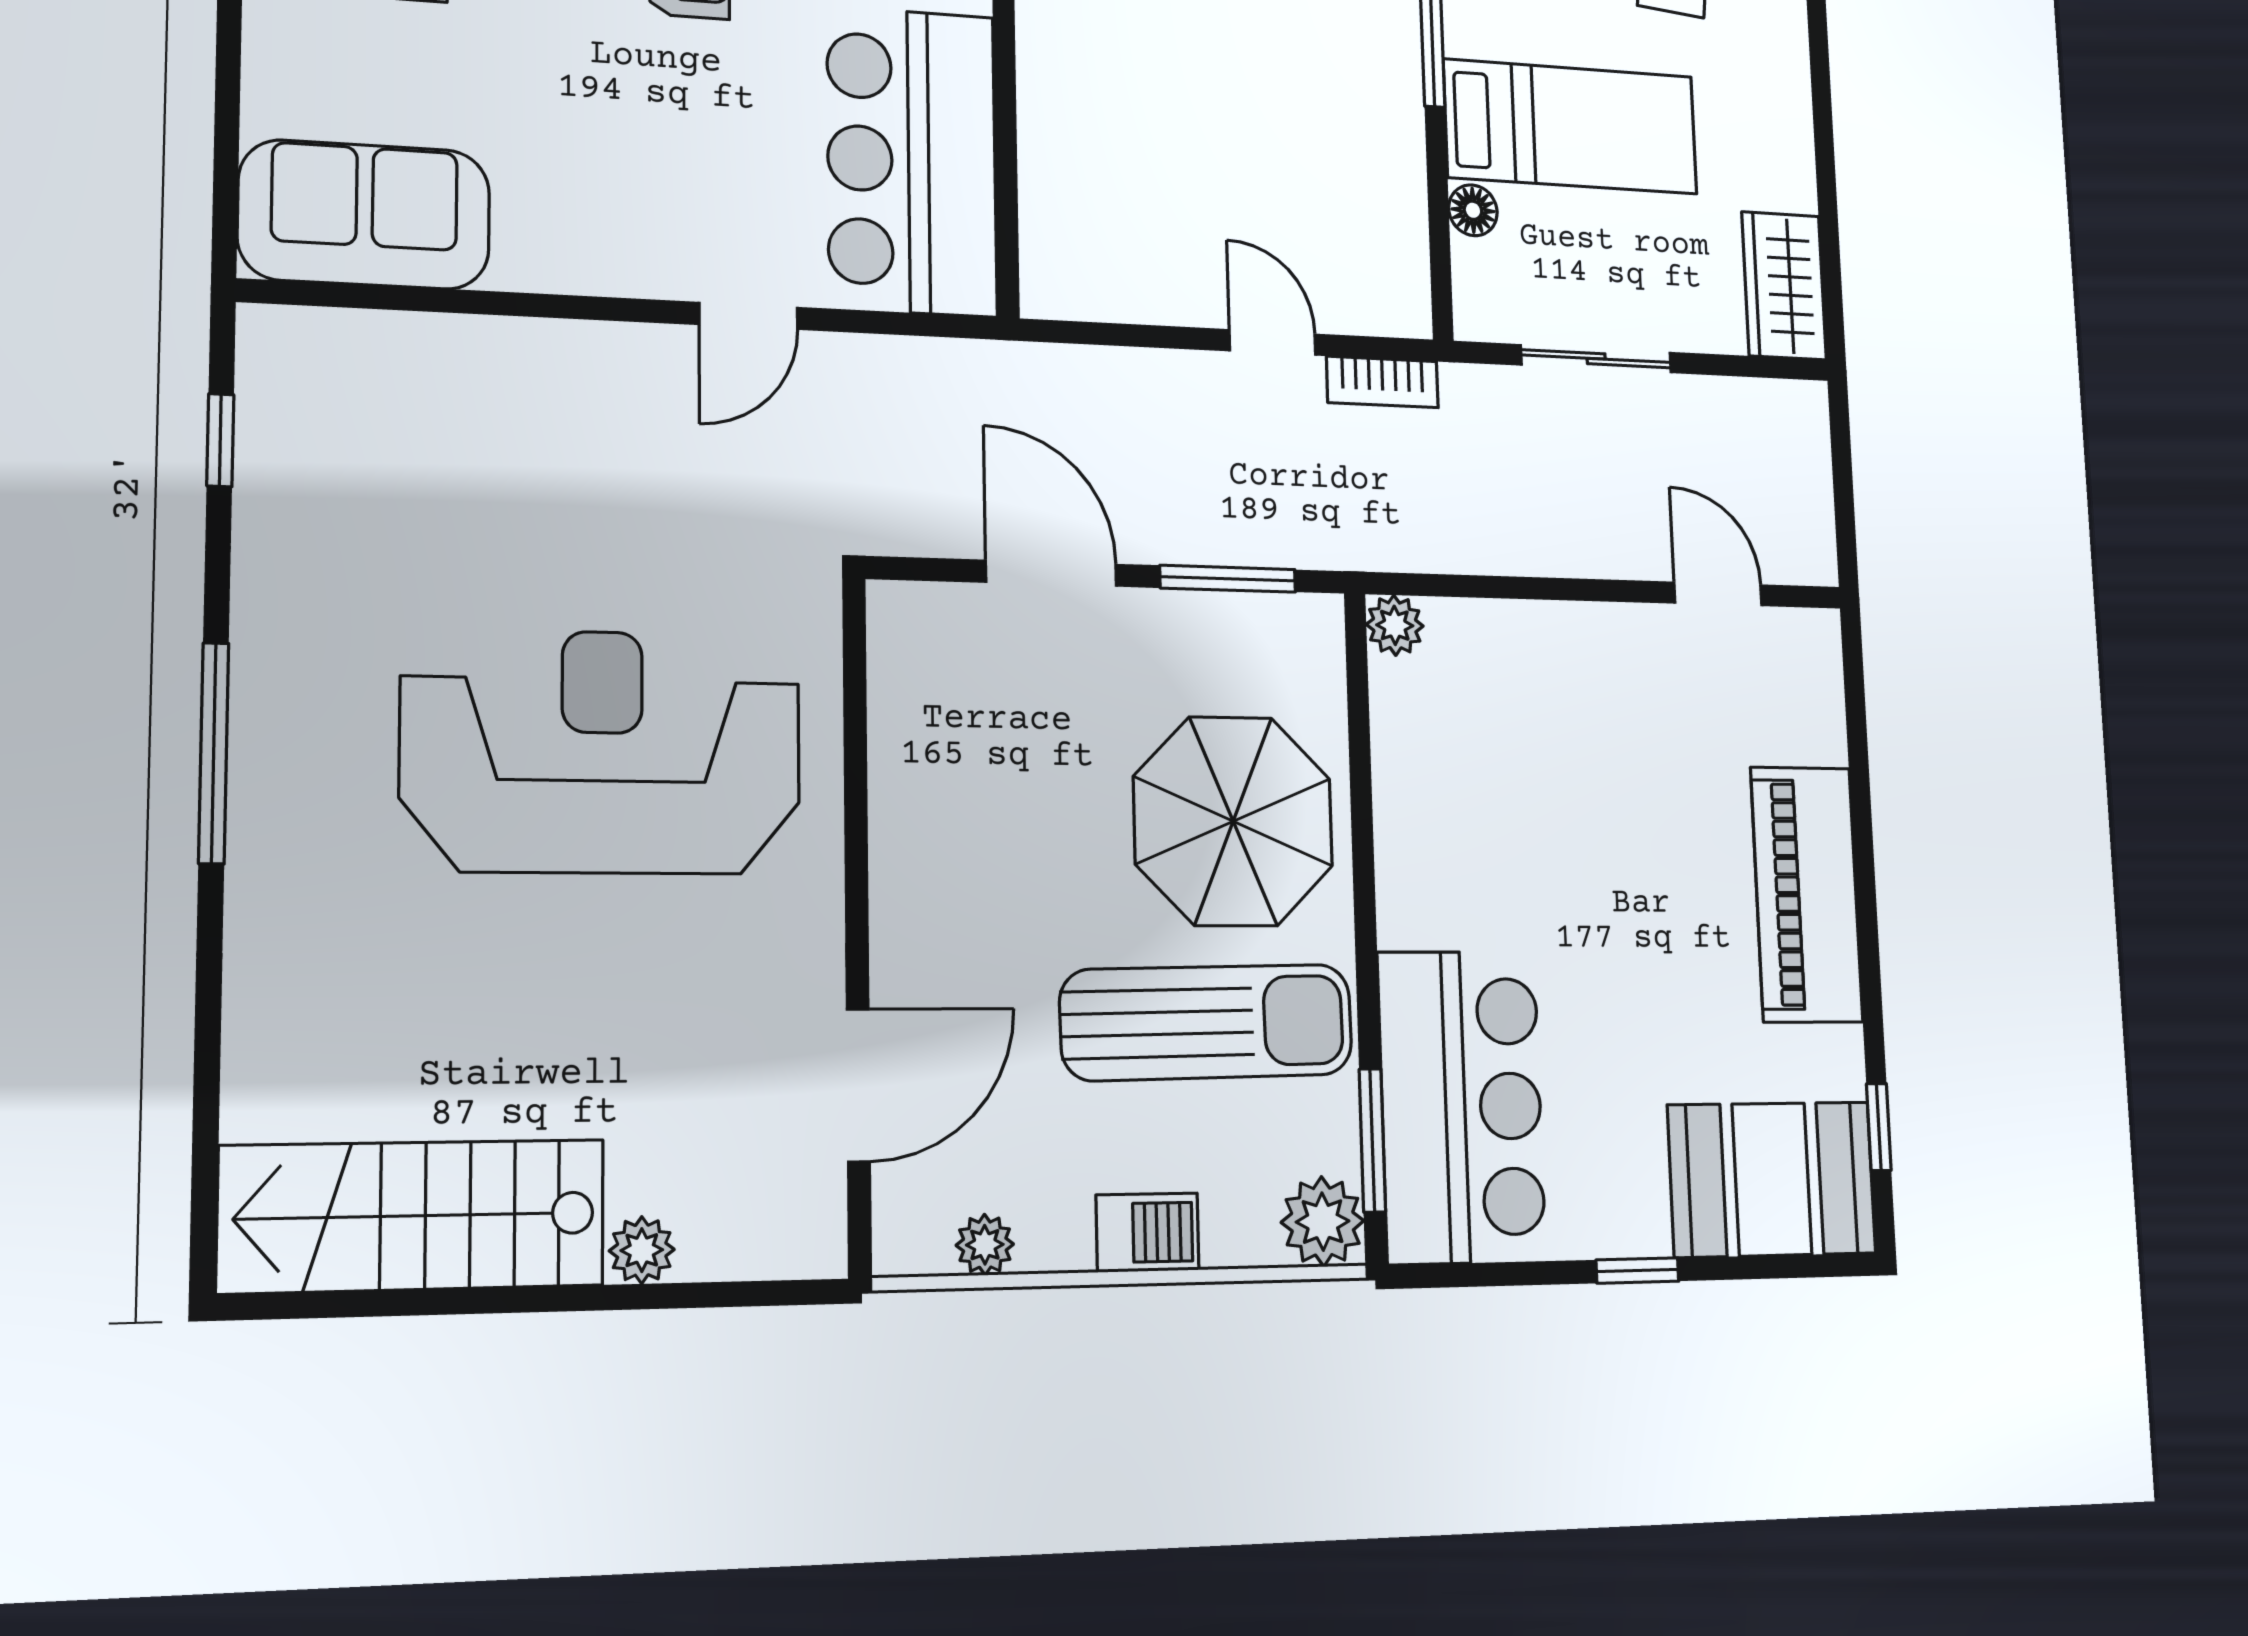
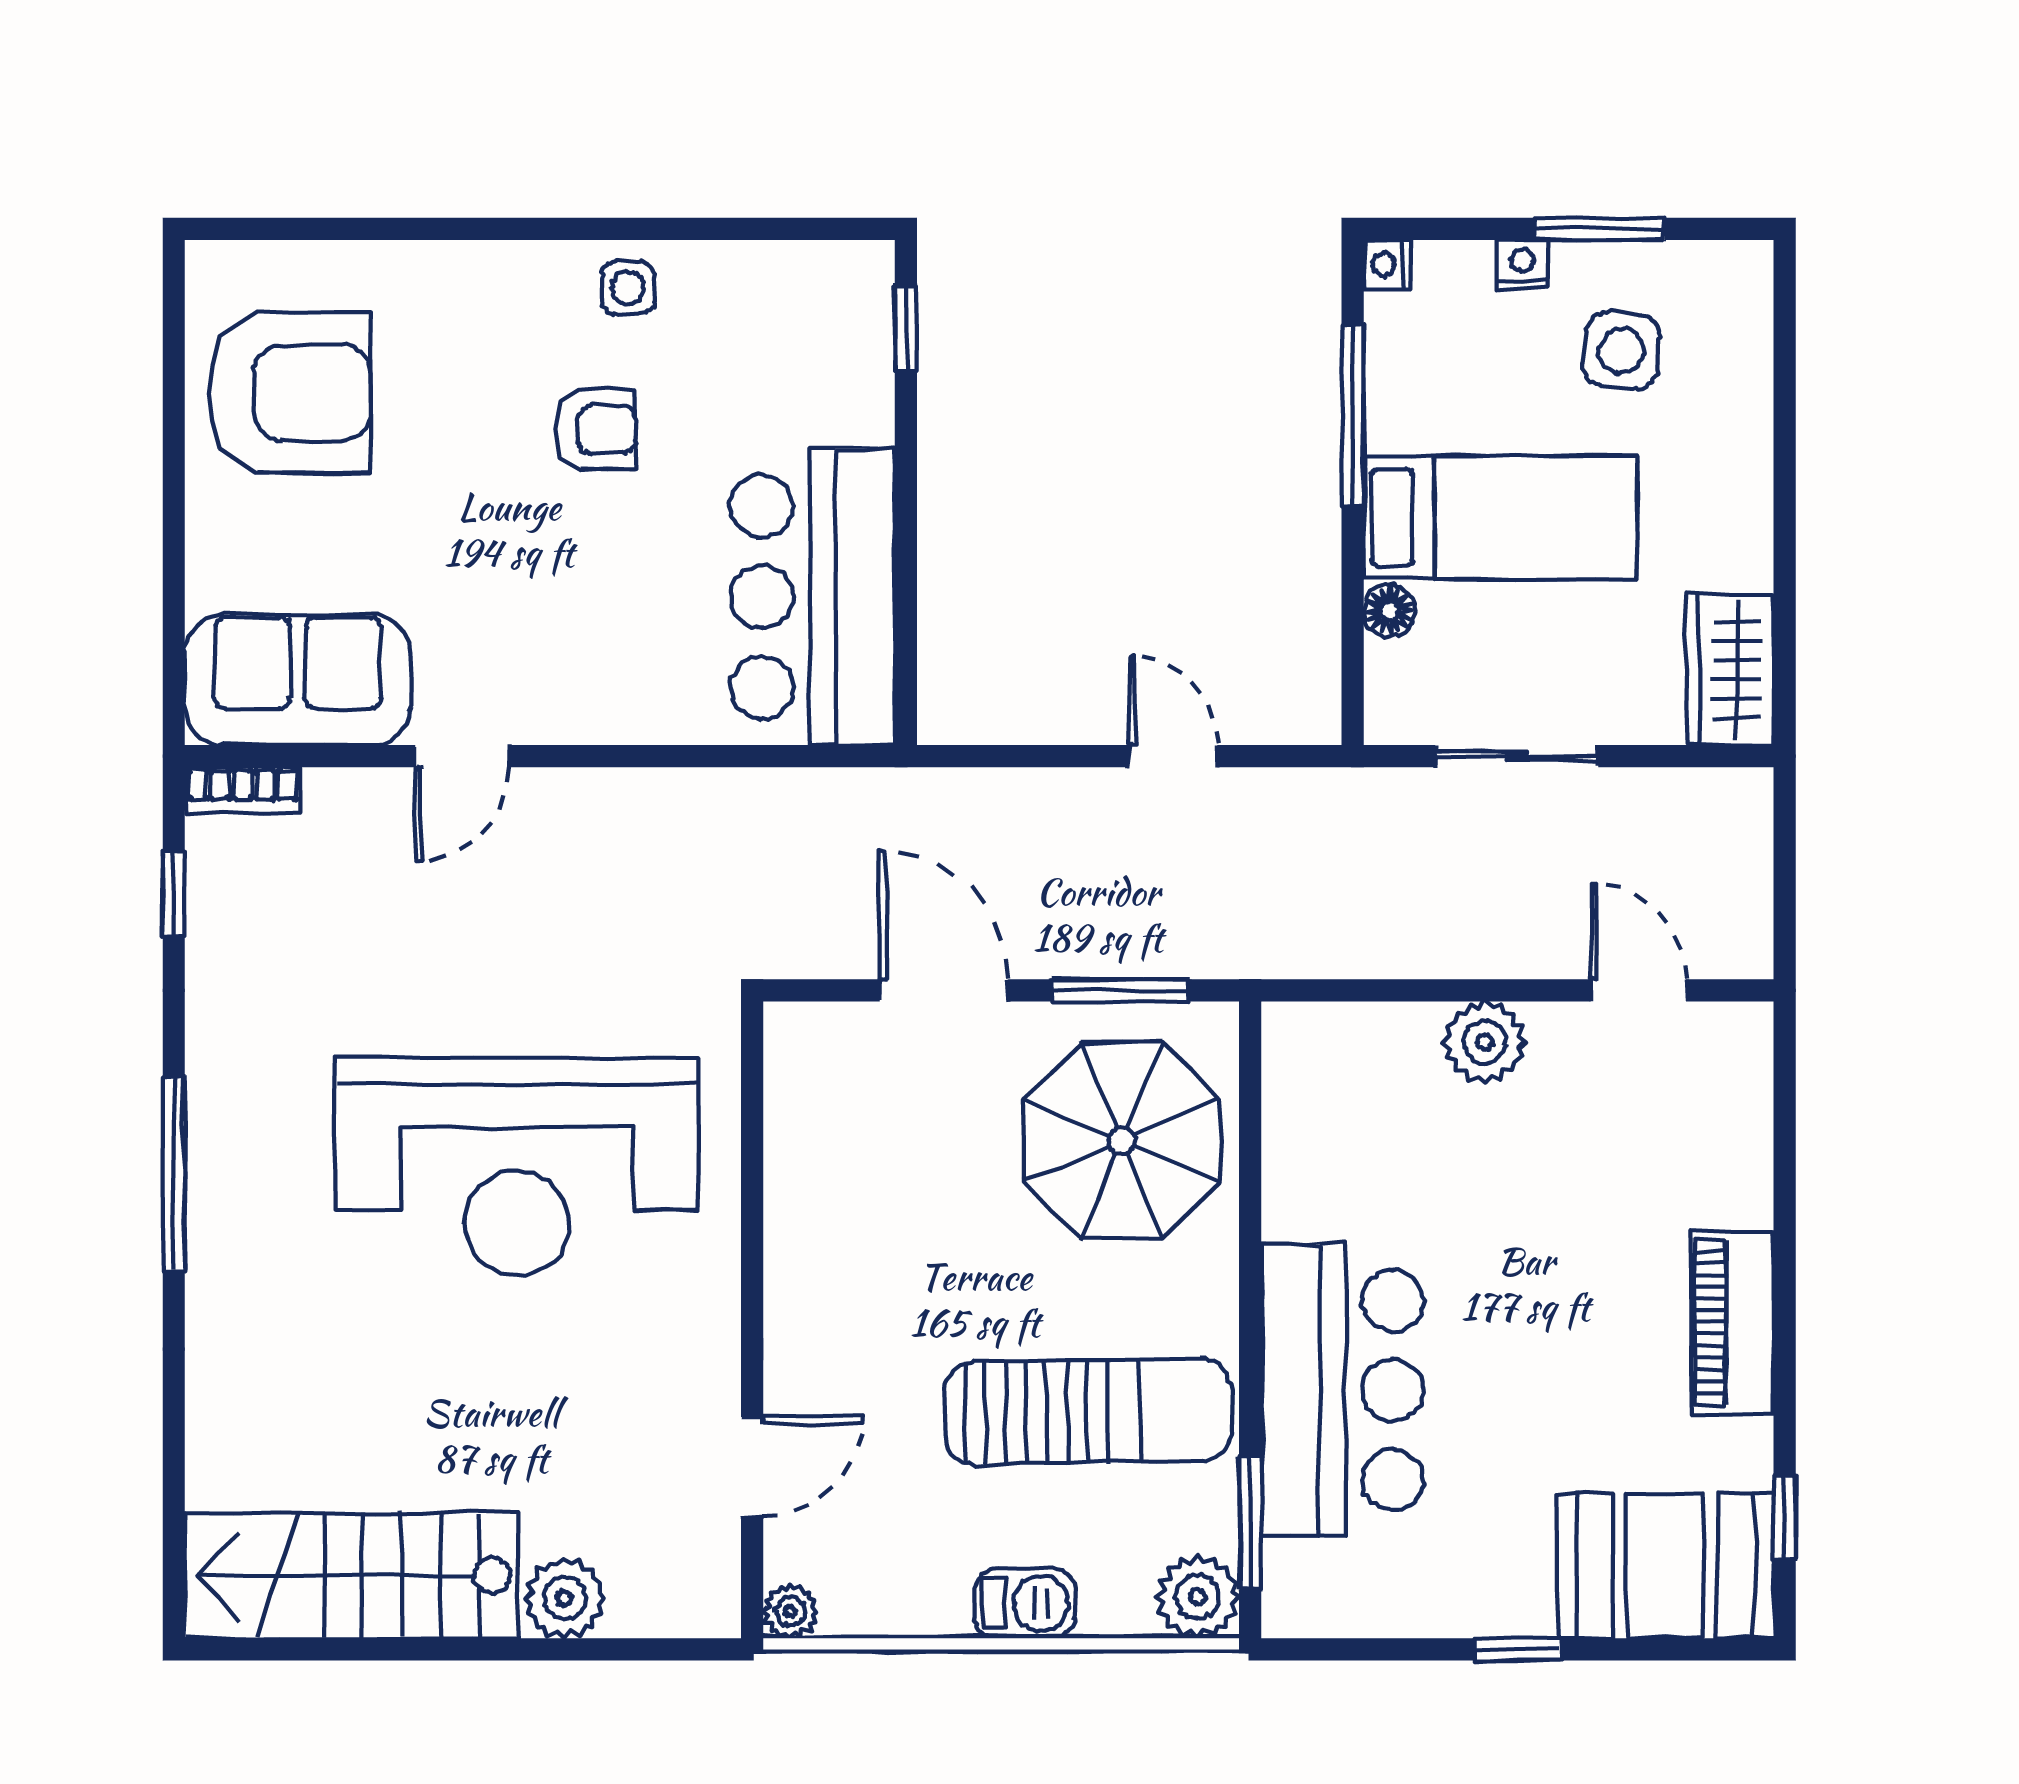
door: (749, 316) -> (462, 756), moved
bookcase: (1382, 382) -> (243, 790), moved
plant: (1395, 625) -> (1485, 1042), moved, width x1.38, depth x1.38
reception desk: (602, 752) -> (517, 1167), turned 180
parasol: (1233, 821) -> (1122, 1141), moved
piano: (1807, 894) -> (1733, 1322), width x0.73, depth x0.75
door: (858, 1085) -> (752, 1467), width x0.73
bar counter: (1462, 1107) -> (1342, 1390), moved
plant: (985, 1245) -> (790, 1611), moved
plant: (642, 1250) -> (565, 1598), width x1.38, depth x1.38

